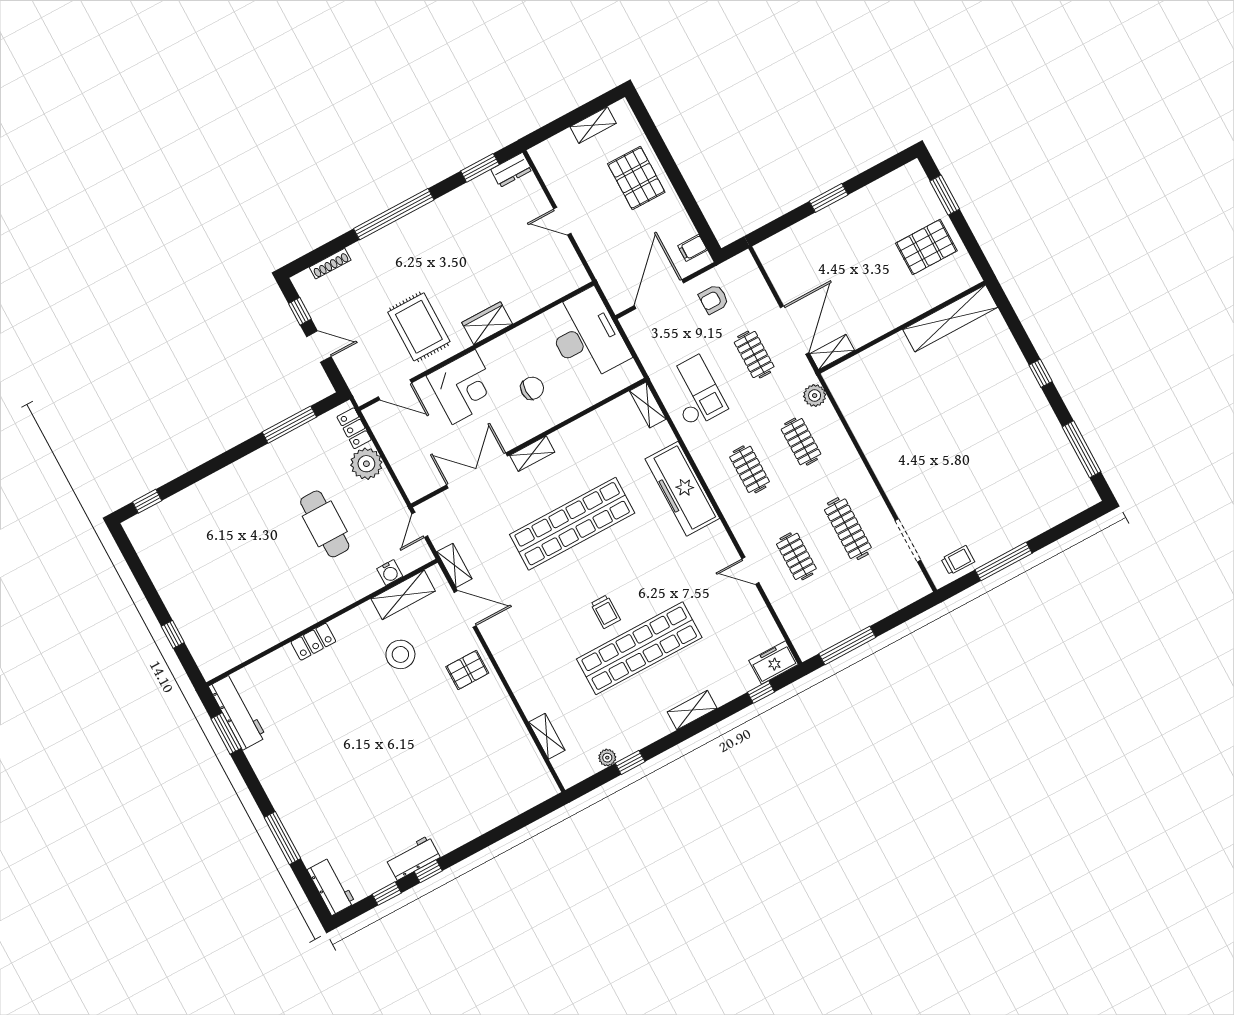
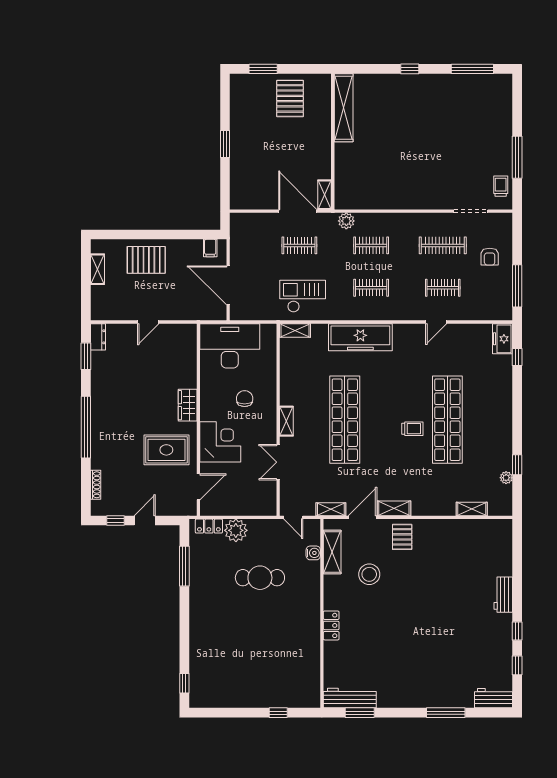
armchair: (714, 299) -> (490, 257), moved
double door: (477, 470) -> (278, 462), width x0.73
shelving: (692, 710) -> (394, 508), moved, turned 90
workbench: (413, 858) -> (503, 595), moved

